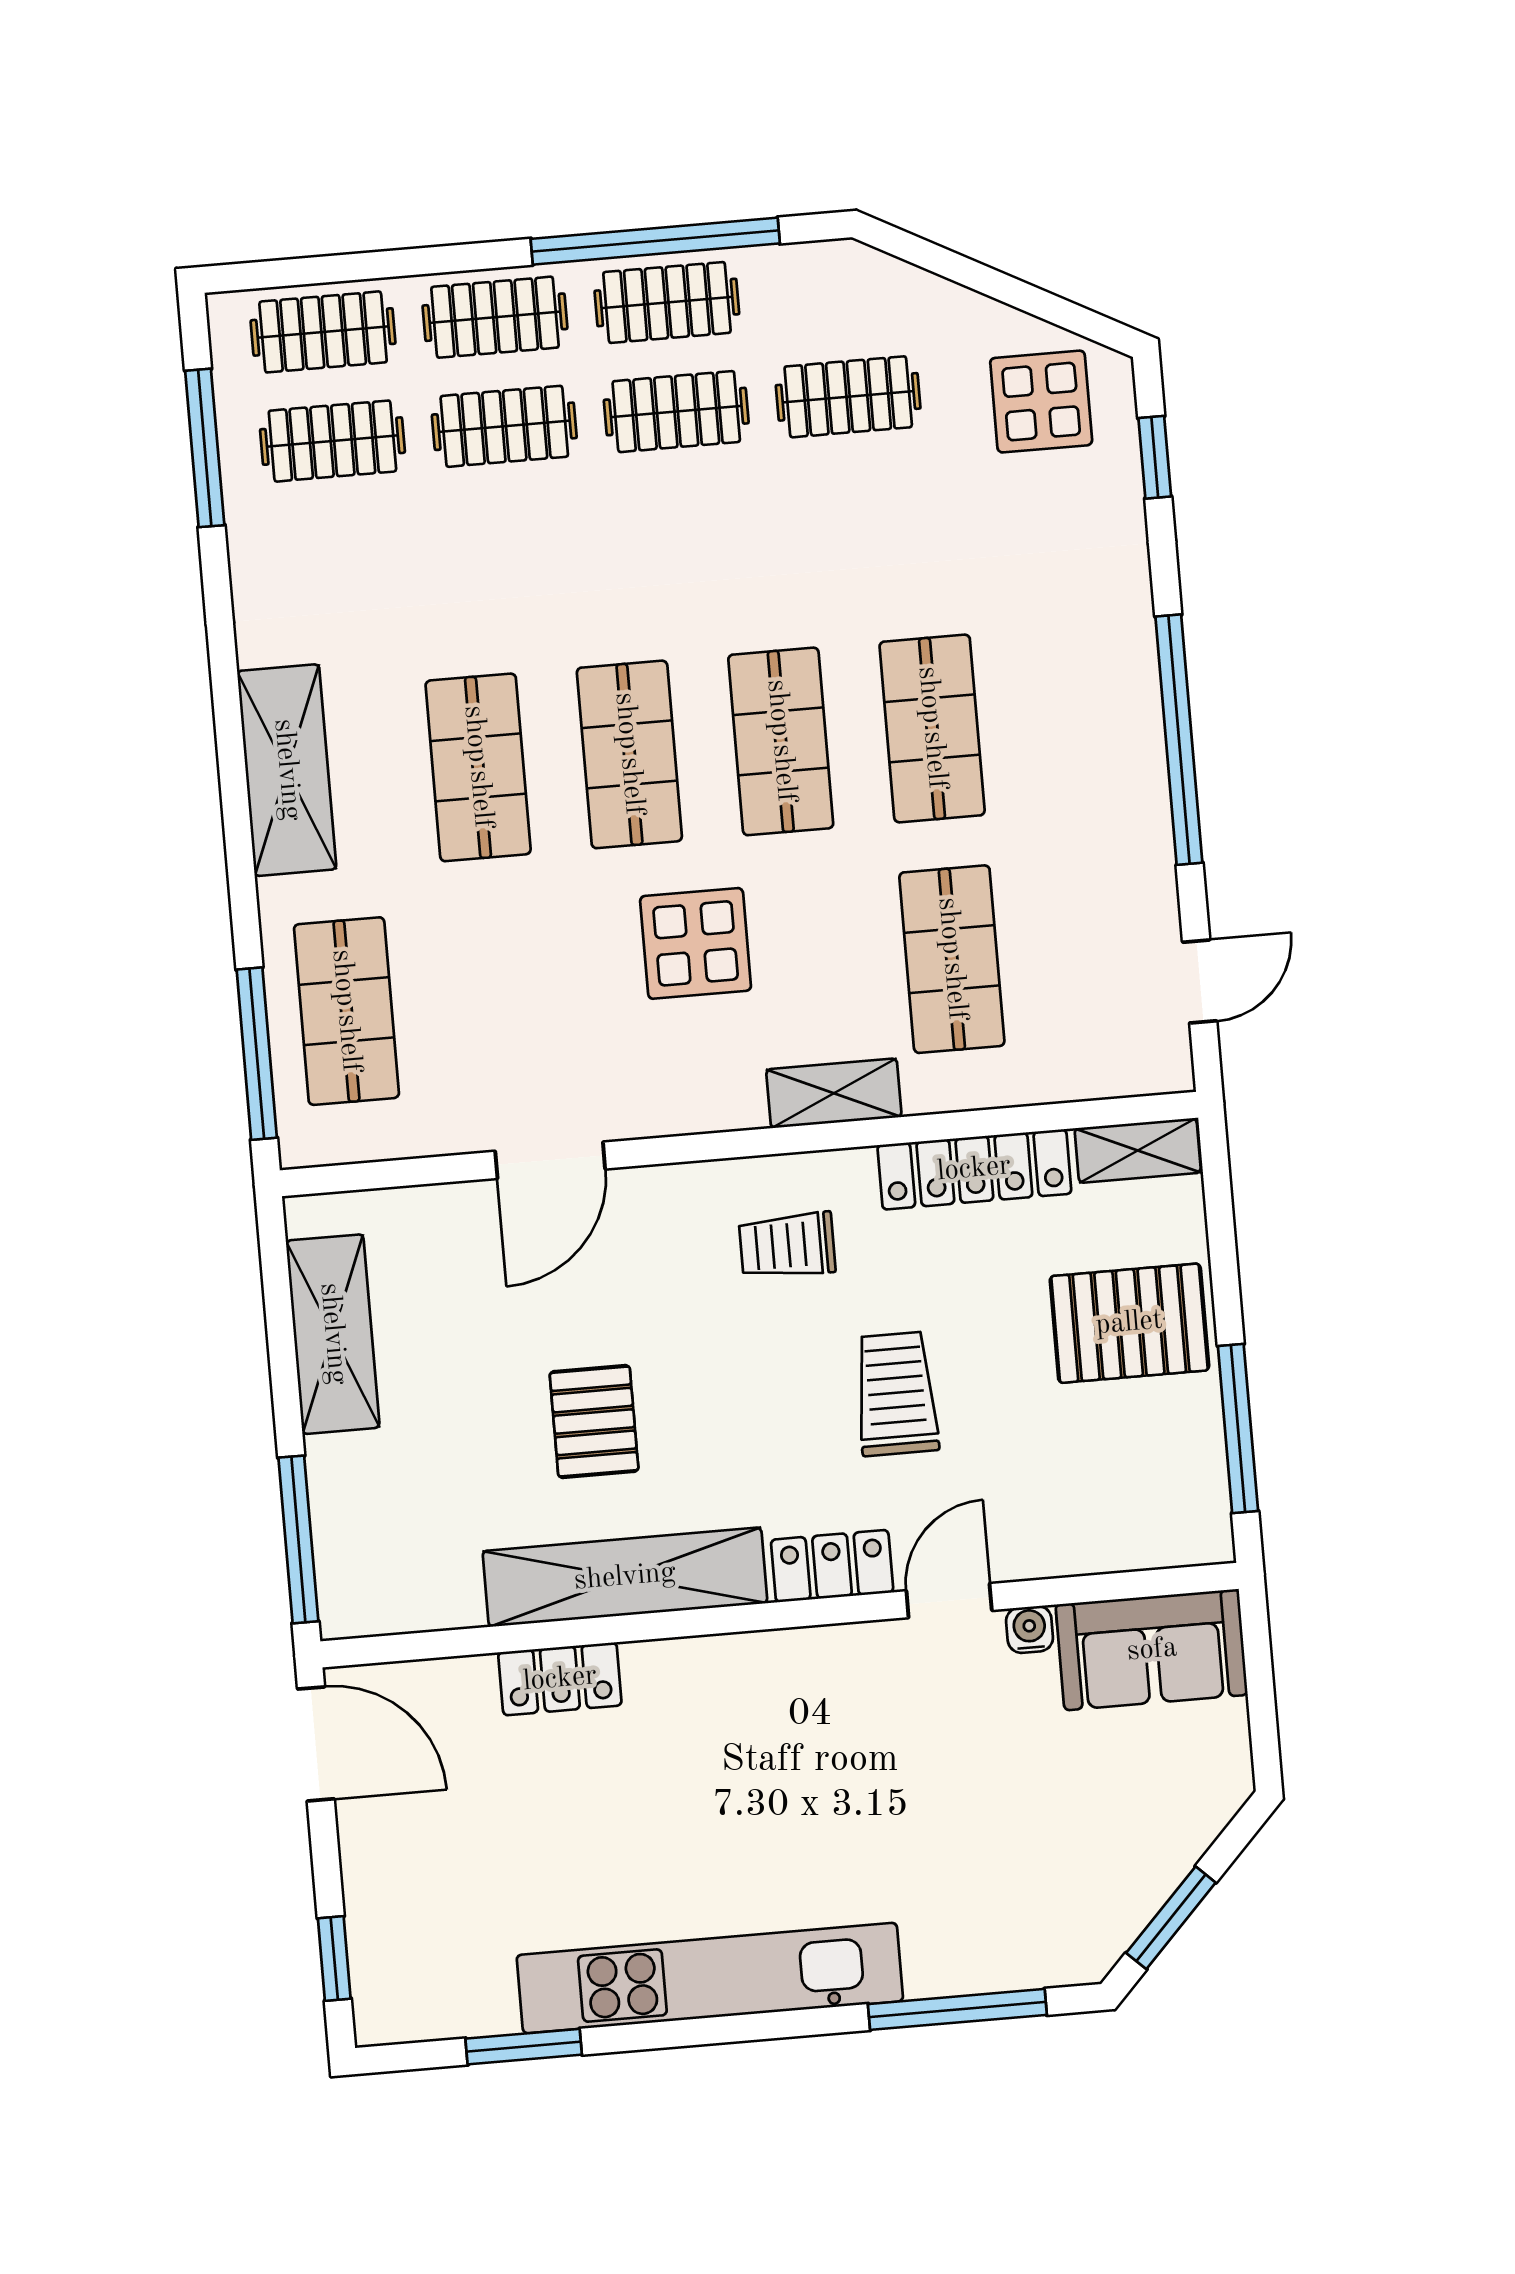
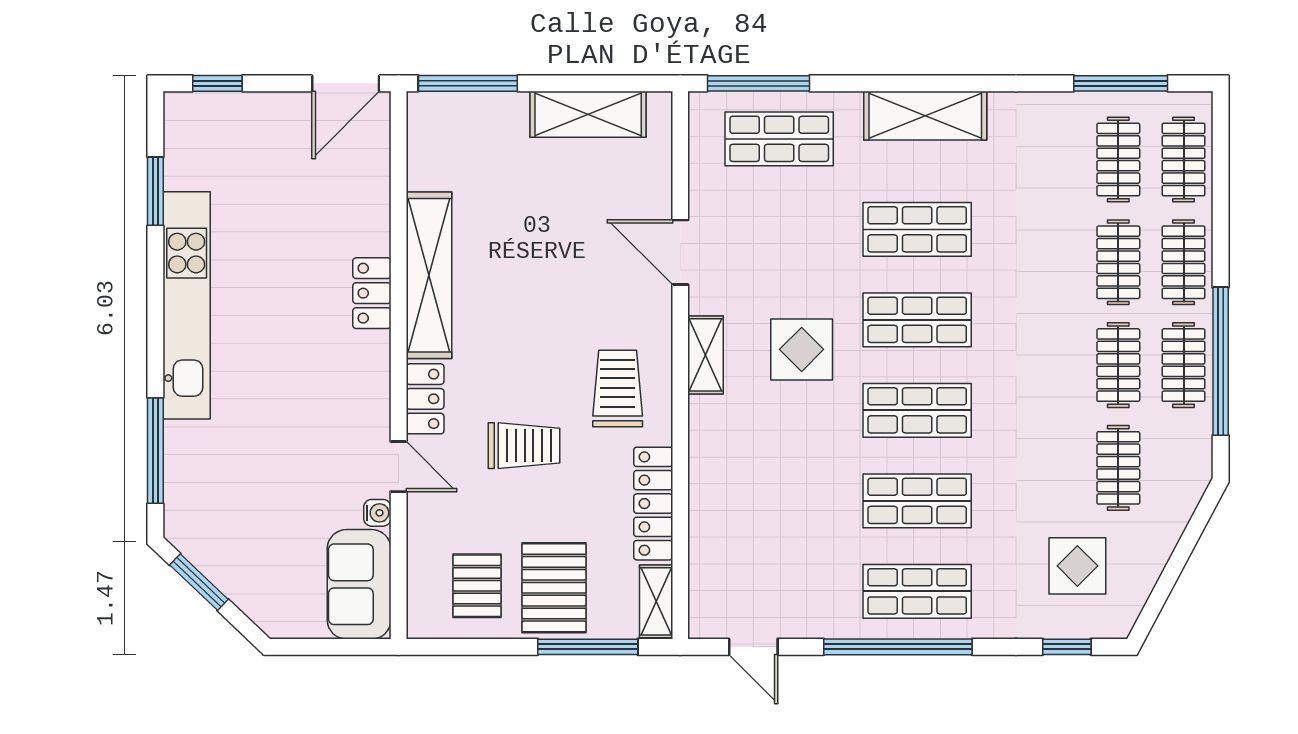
display table: (1041, 402) -> (1077, 566), moved
shop shelf: (952, 959) -> (917, 591), moved
shelving: (834, 1093) -> (706, 355), moved
trolley: (787, 1245) -> (618, 388), width x1.36, depth x1.39
pallet: (594, 1421) -> (477, 586), moved, turned 90
window: (1238, 1428) -> (588, 647), moved
locker: (560, 1679) -> (372, 293), moved

